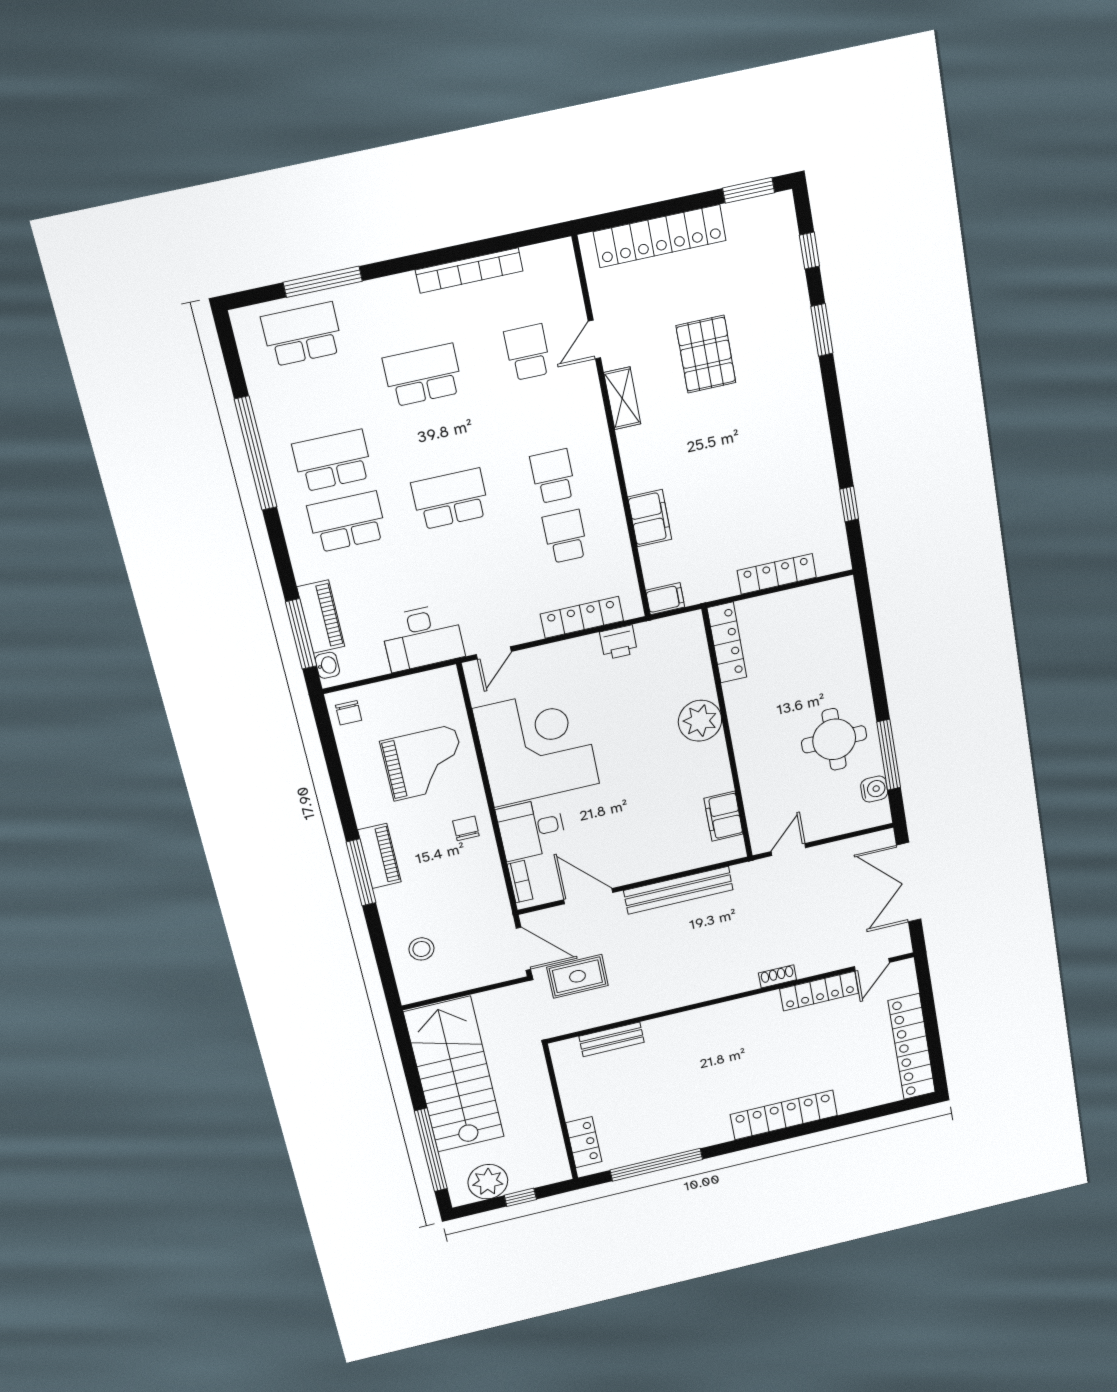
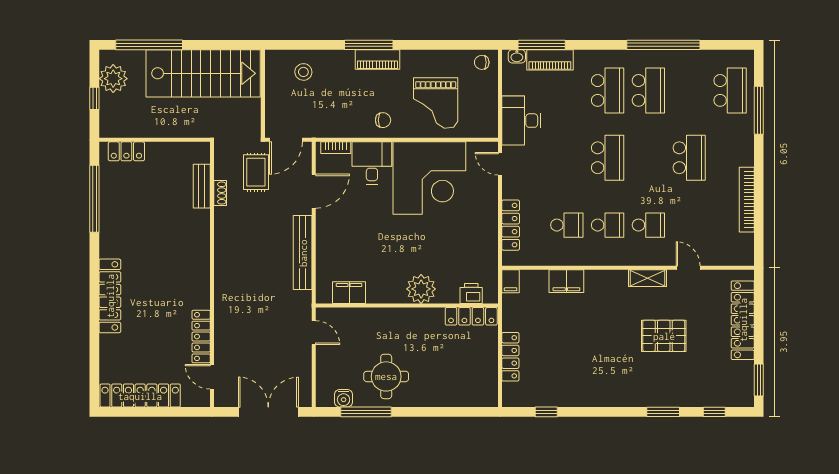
school desk: (528, 352) -> (648, 225), moved
printer: (618, 642) -> (471, 294), moved, turned 90
shoe rack: (777, 976) -> (220, 193), moved

